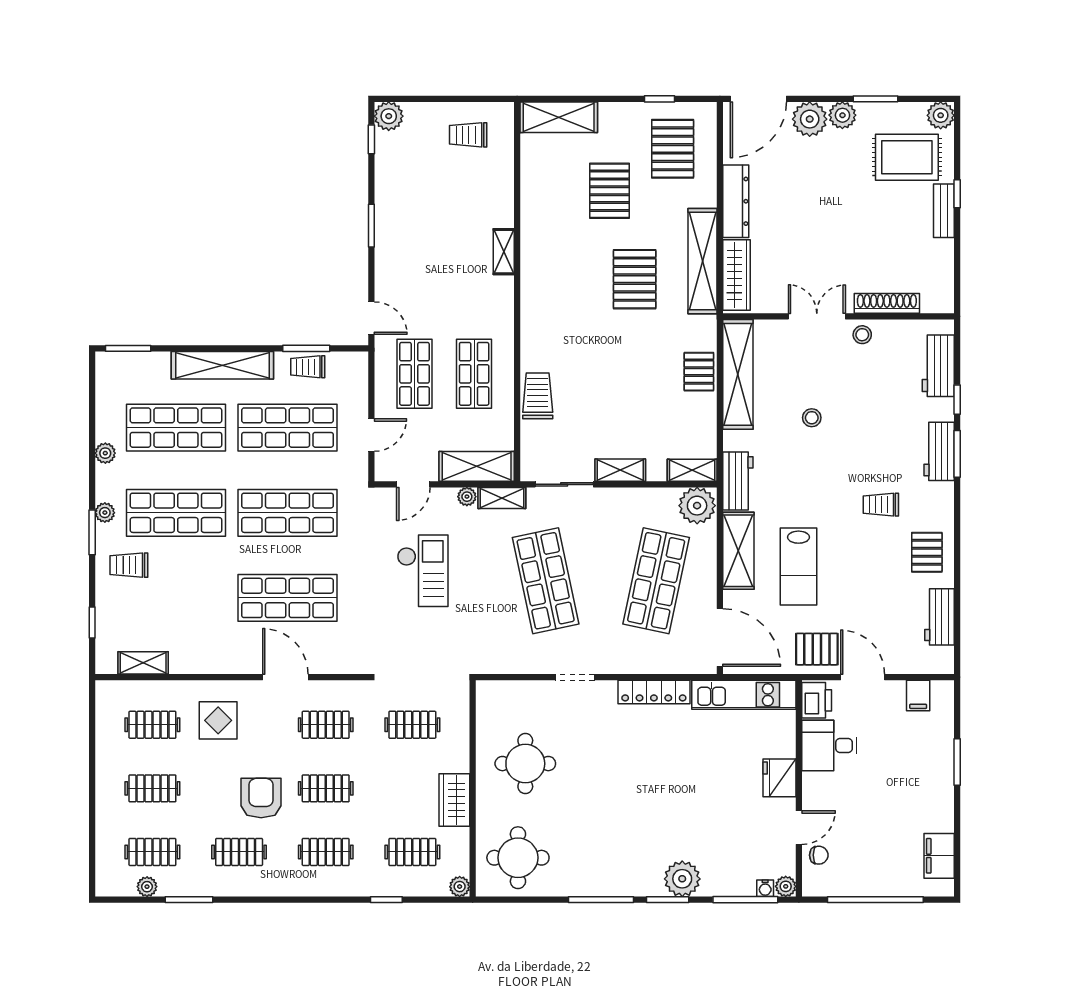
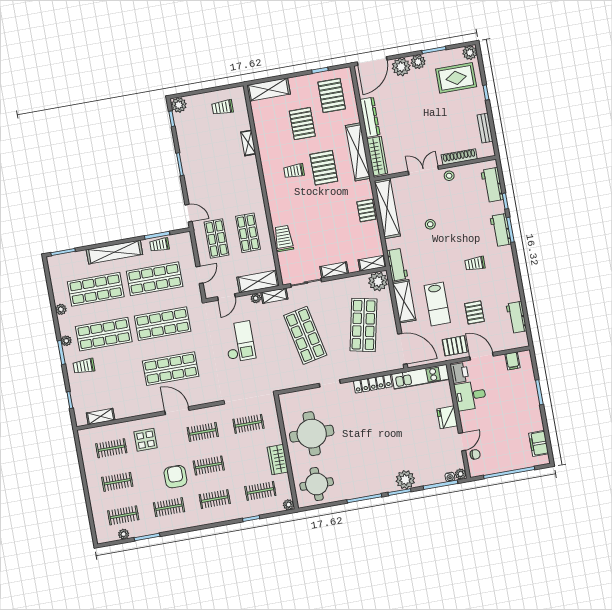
bench: (944, 211) -> (485, 128), moved
shelving: (504, 252) -> (248, 143), moved
trolley: (579, 275) -> (294, 171), added
pallet: (927, 552) -> (474, 312), moved
round table: (525, 764) -> (312, 434), width x1.36, depth x1.36

